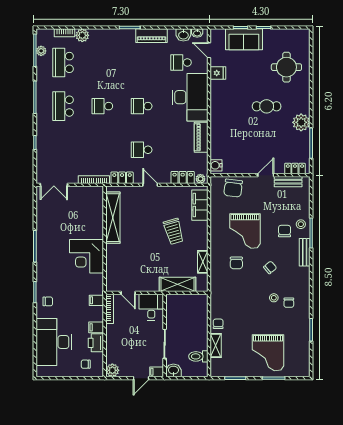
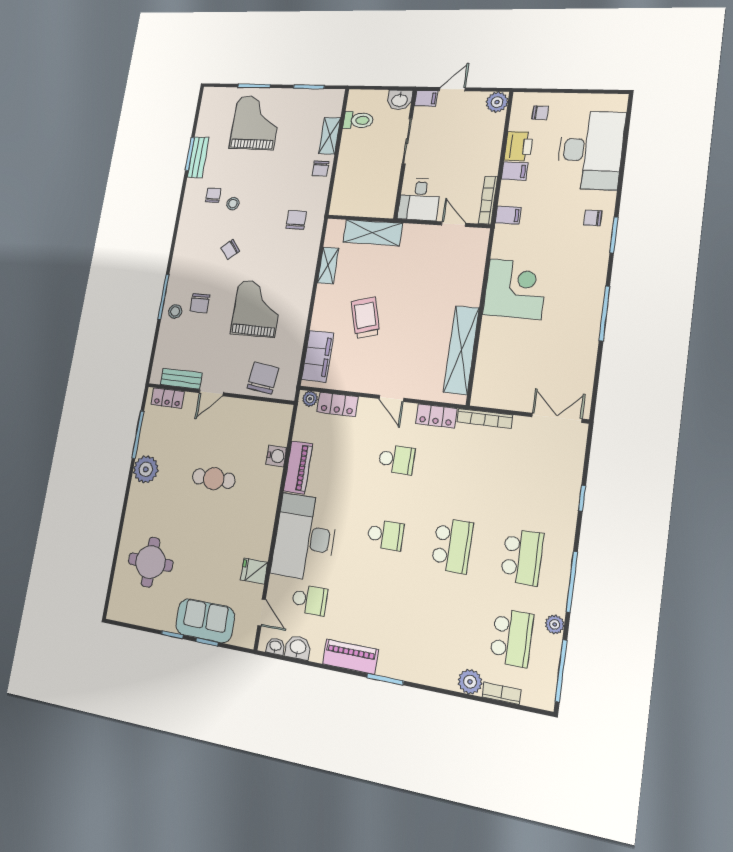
plant: (41, 51) -> (555, 624), moved
school desk: (102, 106) -> (452, 546), width x1.85
cafe table: (267, 106) -> (214, 479), moved
water cooler: (216, 165) -> (276, 456), moved
bench: (305, 252) -> (198, 157), moved
chair: (236, 263) -> (296, 220), moved

